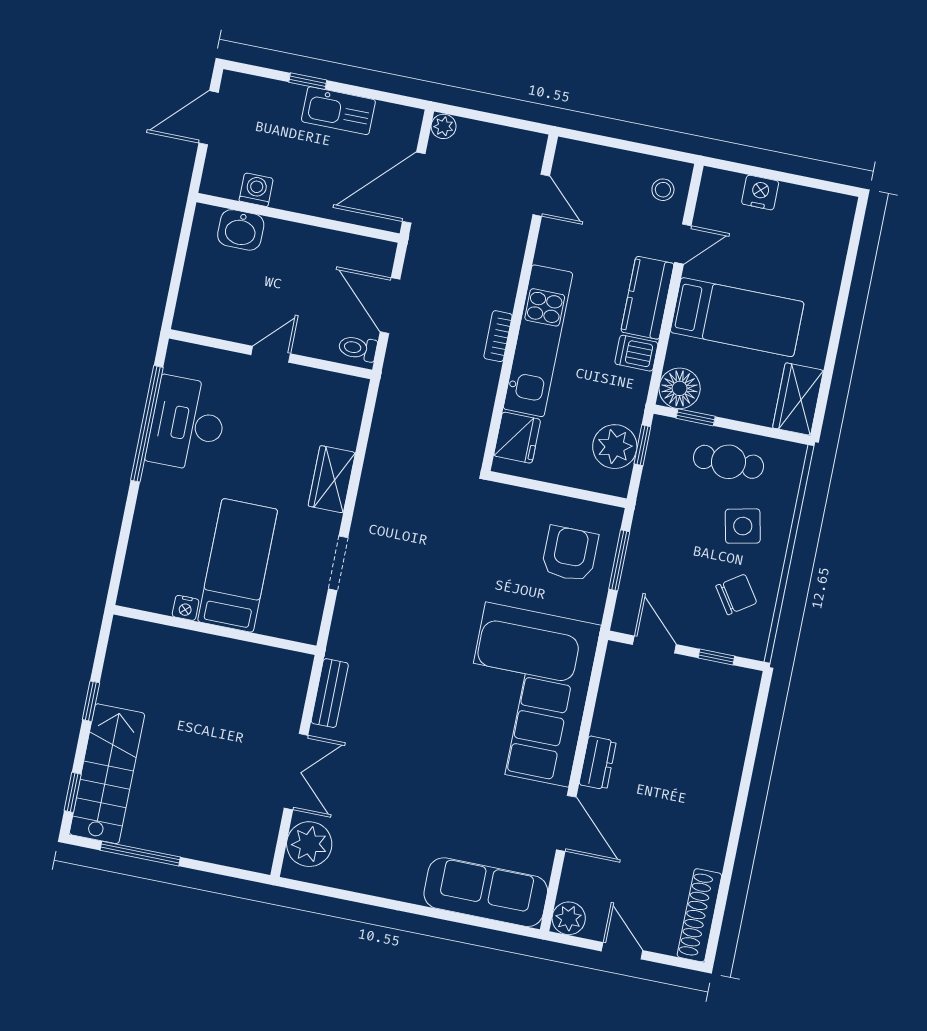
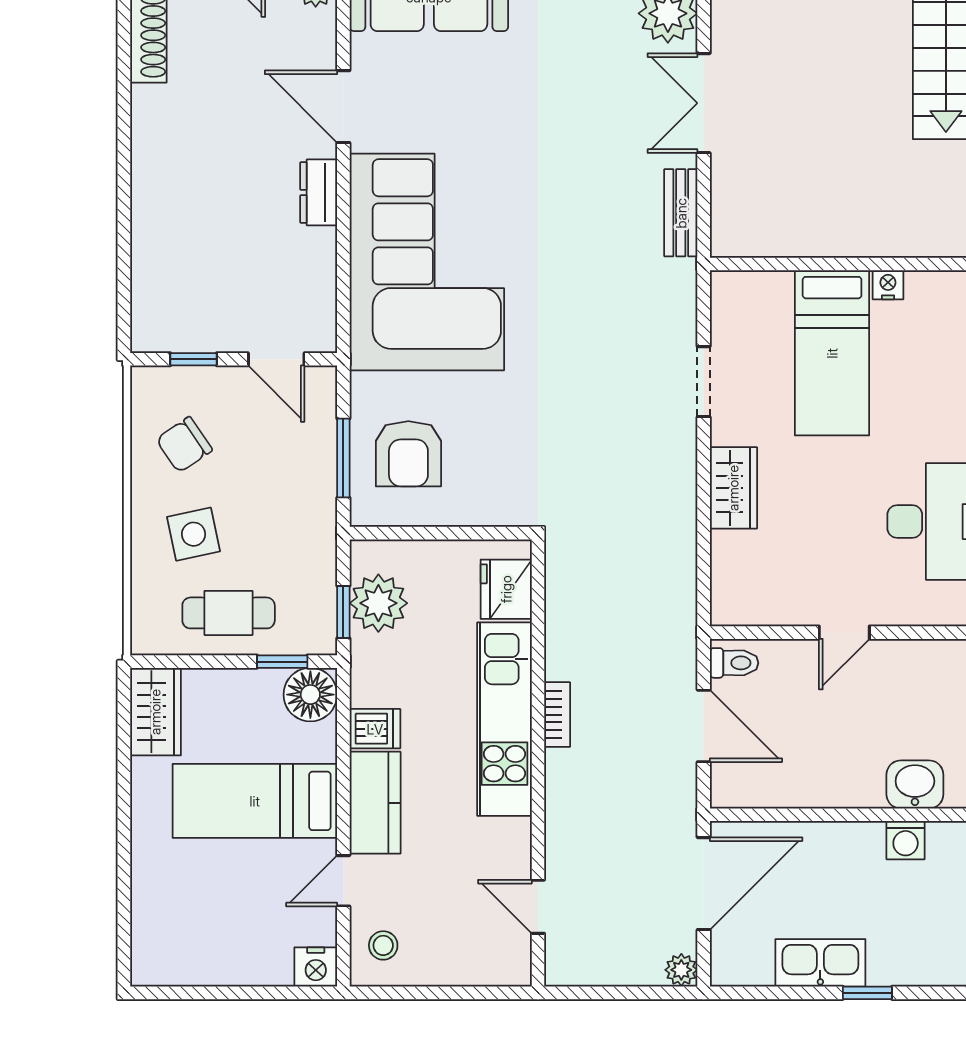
nightstand: (760, 193) -> (316, 967), moved

